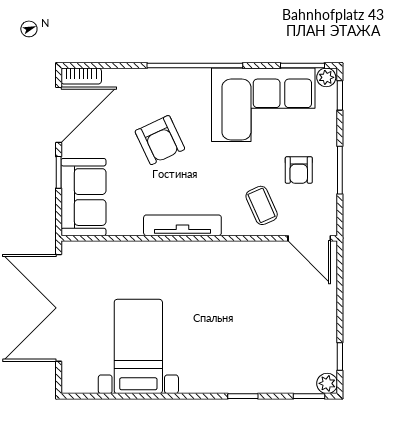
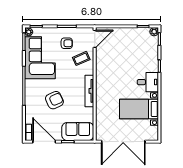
desk: (204, 368) -> (148, 82), added

